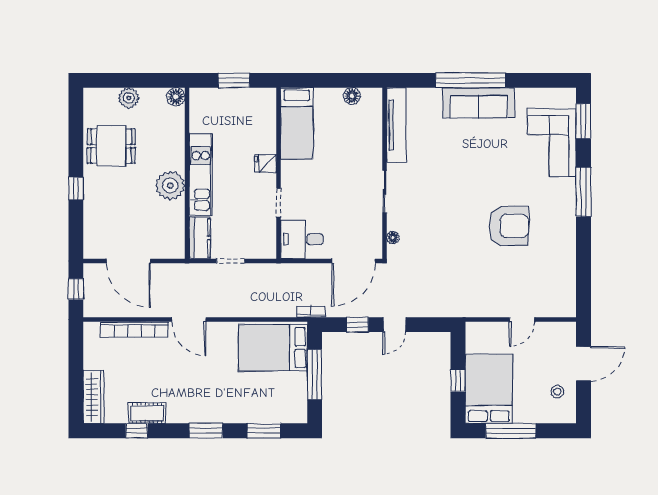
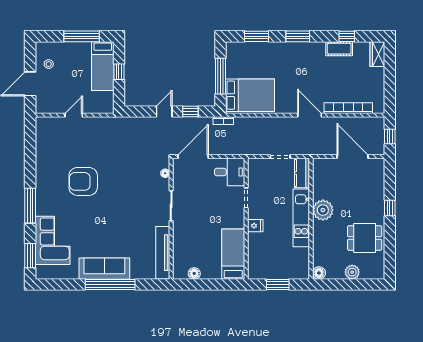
bed: (489, 389) -> (103, 66), width x0.67
wardrobe: (93, 397) -> (377, 54), width x0.67

